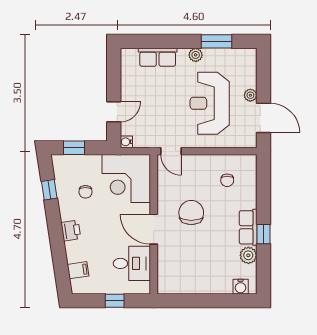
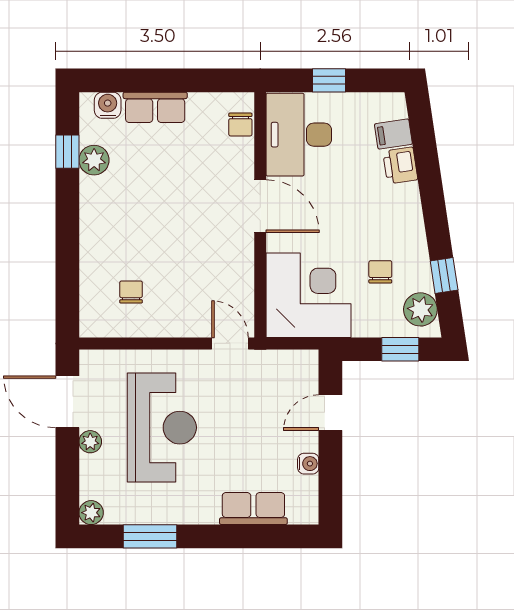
plant: (196, 55) -> (91, 513), moved
water cooler: (126, 142) -> (308, 464), moved
plant: (63, 170) -> (420, 309), added
chair: (191, 213) -> (240, 125), moved, width x0.54, depth x0.54
row of seats: (248, 227) -> (155, 107), moved, turned 90
printer: (71, 231) -> (400, 165), moved
window: (263, 234) -> (67, 152), moved
desk: (132, 263) -> (299, 135), width x1.37

